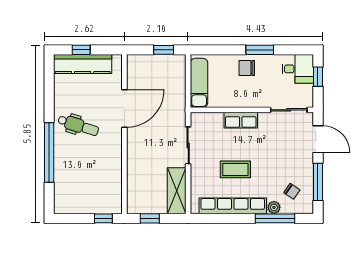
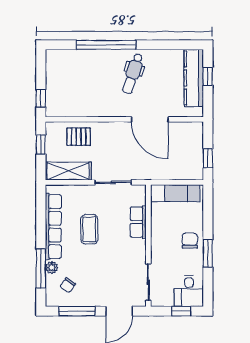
row of seats: (241, 120) -> (138, 222), moved
pallet: (142, 180) -> (79, 137), added

